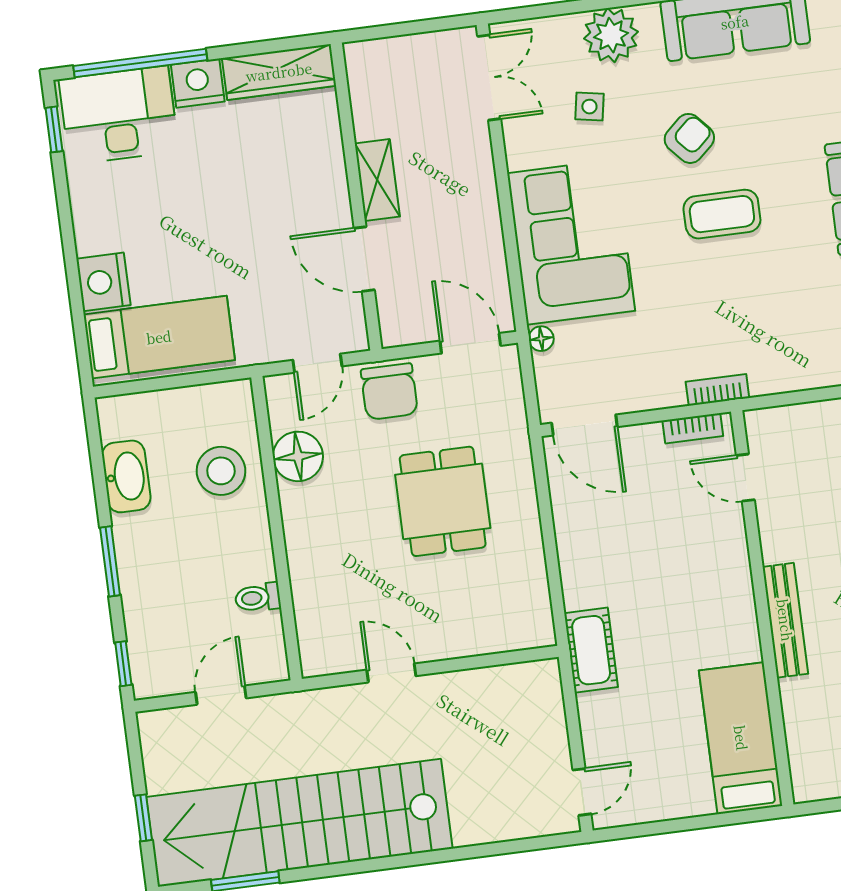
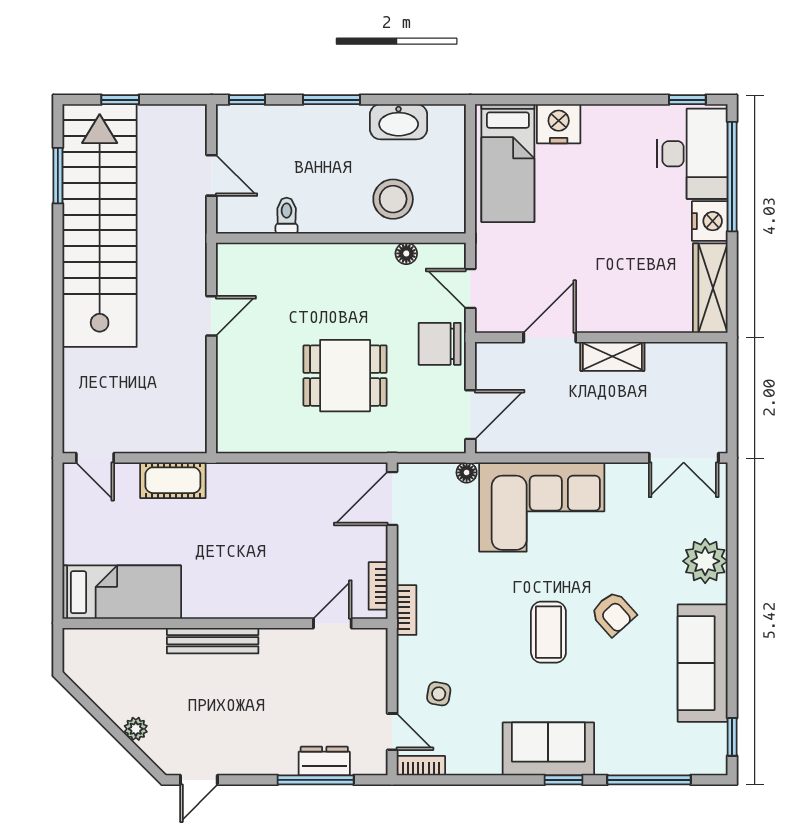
side table: (589, 107) -> (439, 694), moved
floor lamp: (298, 456) -> (406, 253), width x0.53, depth x0.53
cot: (591, 650) -> (173, 480), moved

